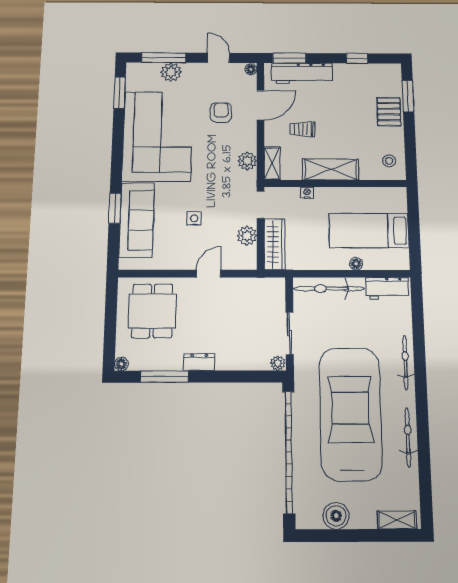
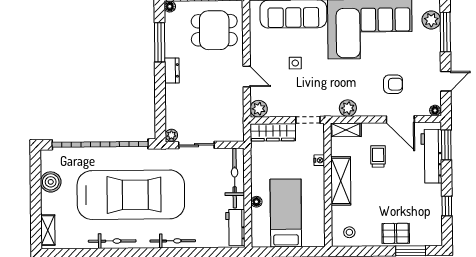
plant: (171, 72) -> (431, 20), moved
plant: (247, 236) -> (259, 109), moved

